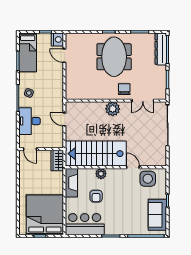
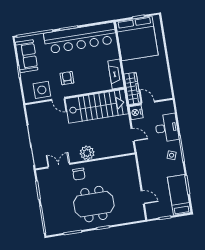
nightstand: (57, 39) -> (136, 112), moved
dresser: (161, 49) -> (49, 219), removed
meeting table: (114, 57) -> (94, 204), turned 90
door: (30, 149) -> (148, 103), moved
wardrobe: (57, 161) -> (132, 88), width x1.50
plant: (101, 174) -> (88, 88), removed
armchair: (96, 196) -> (67, 78), moved
bar counter: (85, 224) -> (80, 38), width x1.86

